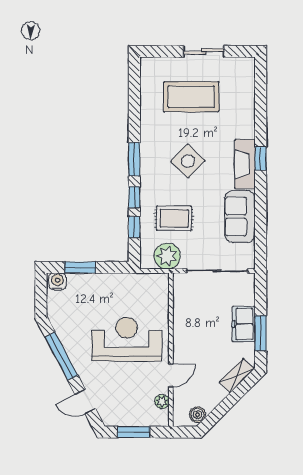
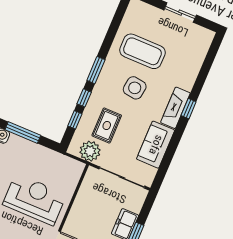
coffee table: (191, 97) -> (142, 51), moved
side table: (188, 161) -> (135, 88), turned -37
rug: (174, 218) -> (107, 126), turned 90
window: (80, 267) -> (23, 132), width x1.44

